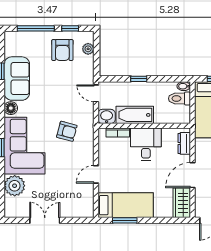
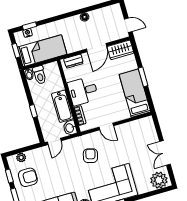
door: (96, 174) -> (106, 127), moved
door: (193, 175) -> (97, 48), hinge flipped
plant: (15, 186) -> (159, 180), moved
window: (125, 220) -> (143, 77), moved

